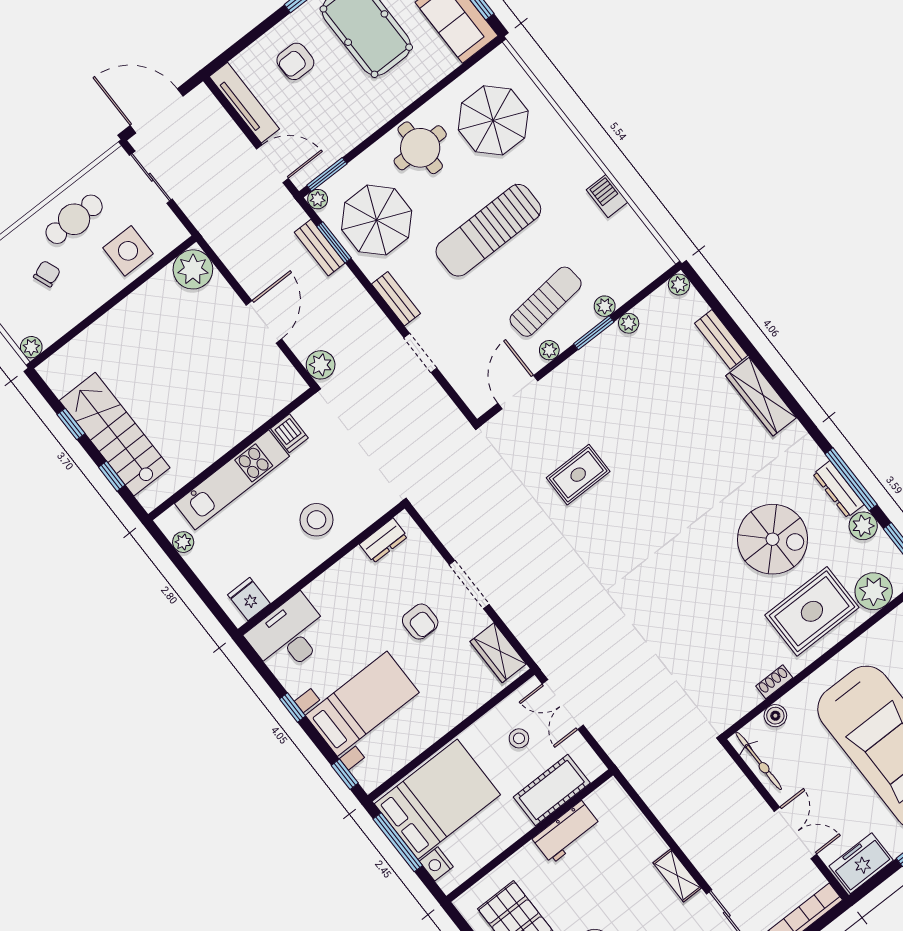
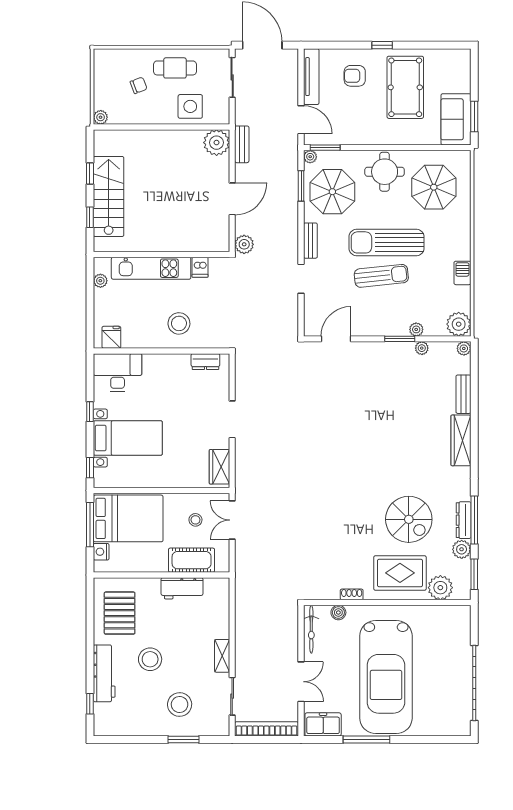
bench: (320, 248) -> (242, 144), moved
sun lounger: (546, 302) -> (381, 276), moved
plant: (549, 350) -> (459, 324), moved, width x1.87, depth x1.87
rug: (578, 475) -> (334, 406), removed
armchair: (420, 622) -> (192, 419), removed

